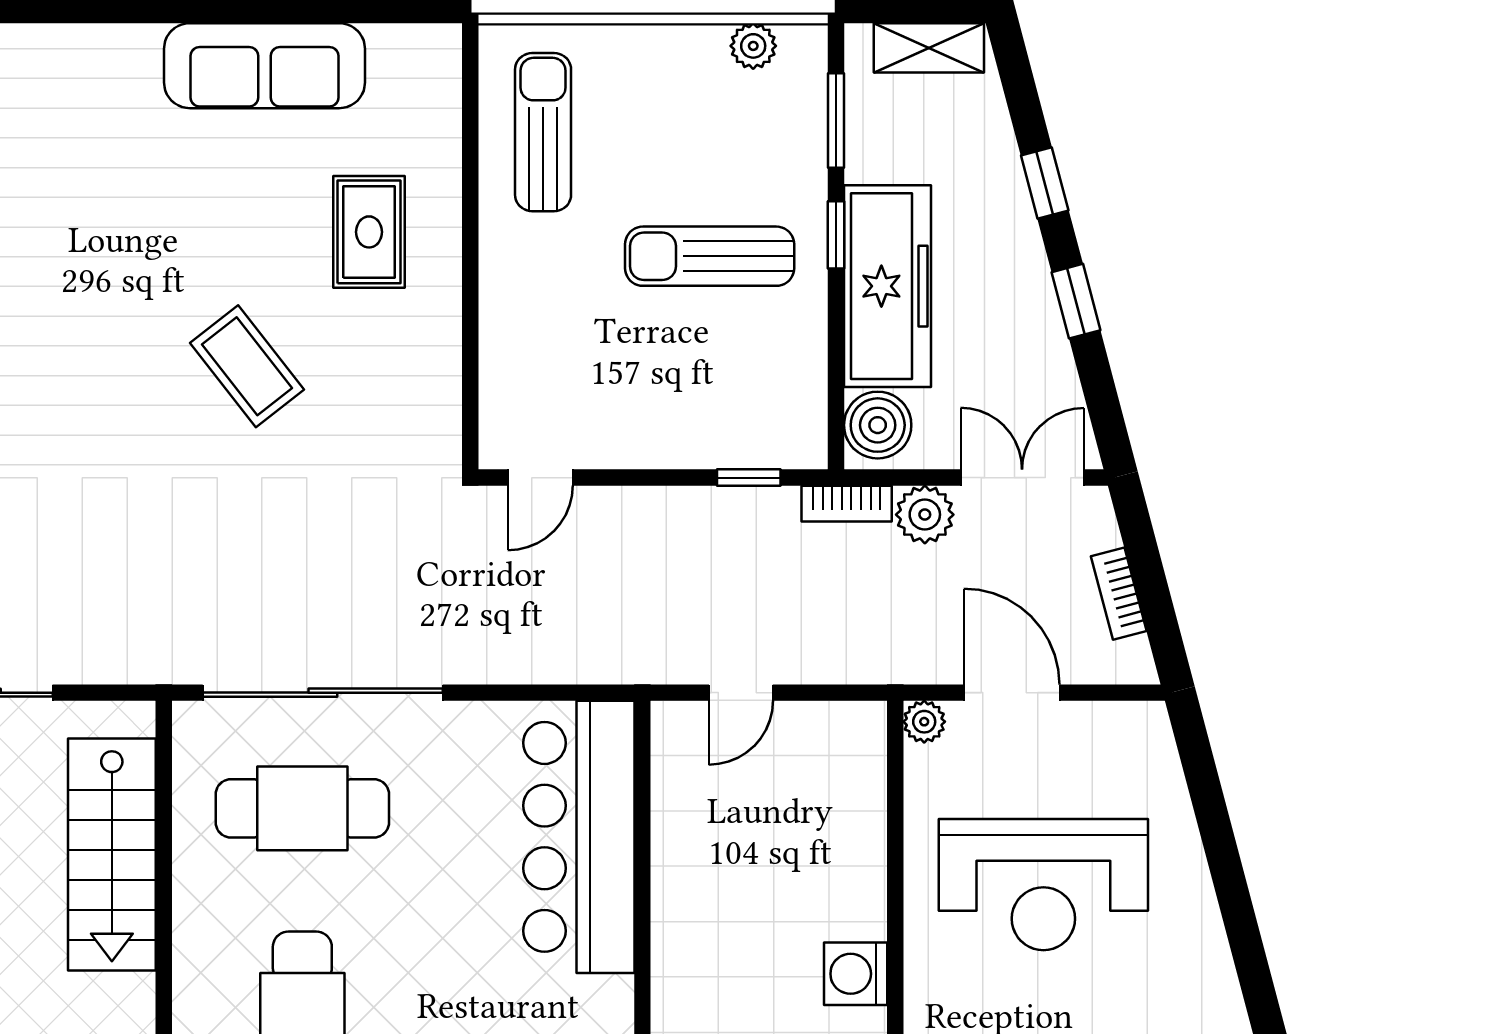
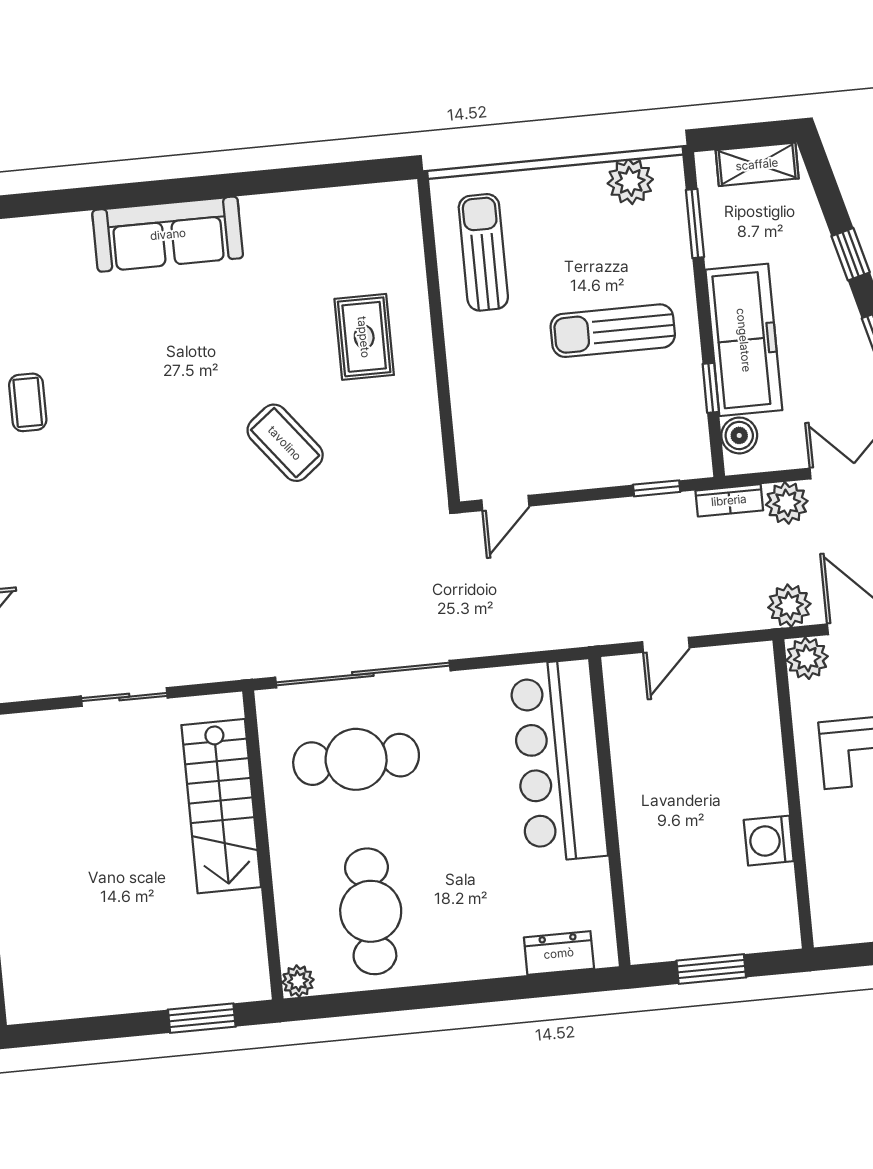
plant: (753, 46) -> (630, 181), width x1.38, depth x1.38
sofa: (264, 66) -> (168, 234), moved
window: (836, 235) -> (711, 388), moved
boiler: (878, 425) -> (739, 435), width x0.73, depth x0.73
plant: (915, 655) -> (789, 606), added
plant: (924, 722) -> (807, 658), width x1.38, depth x1.38

